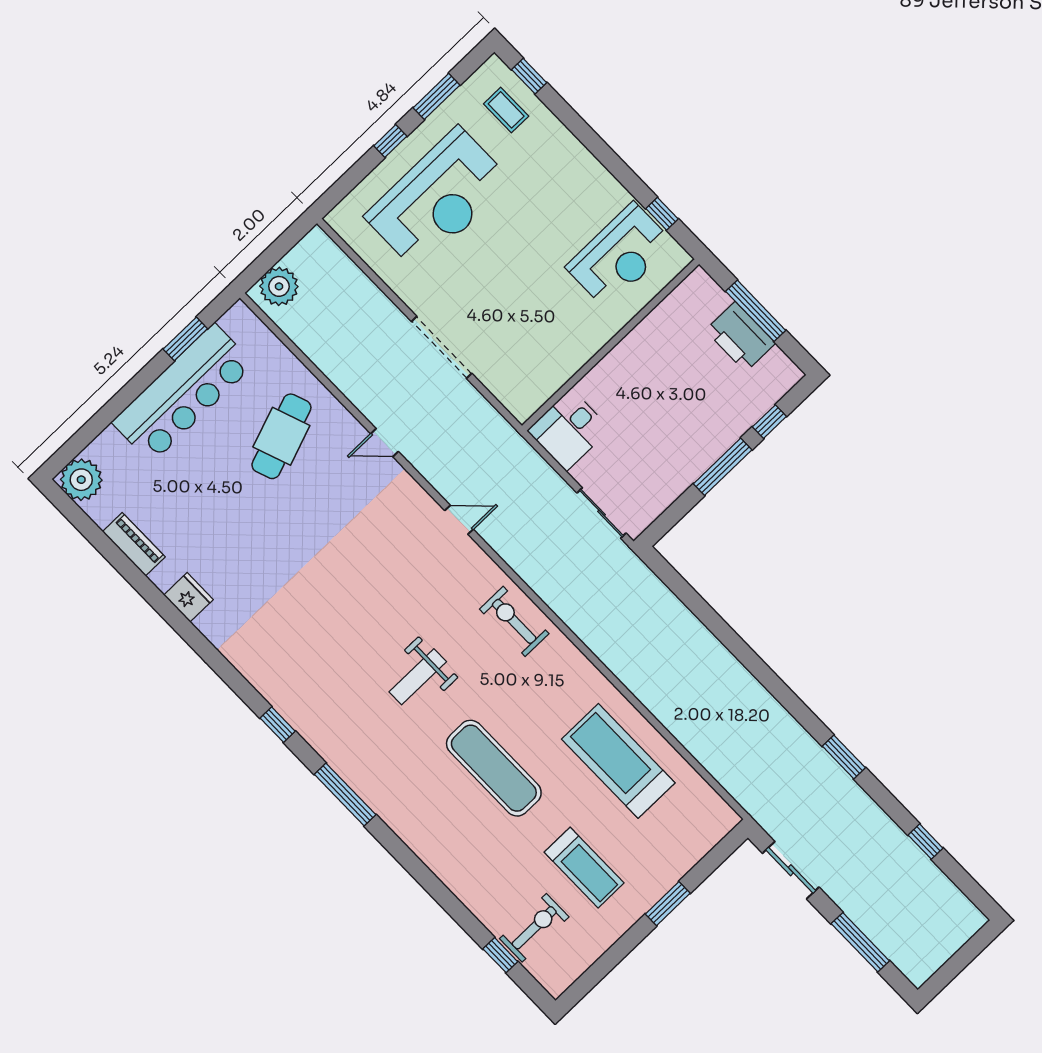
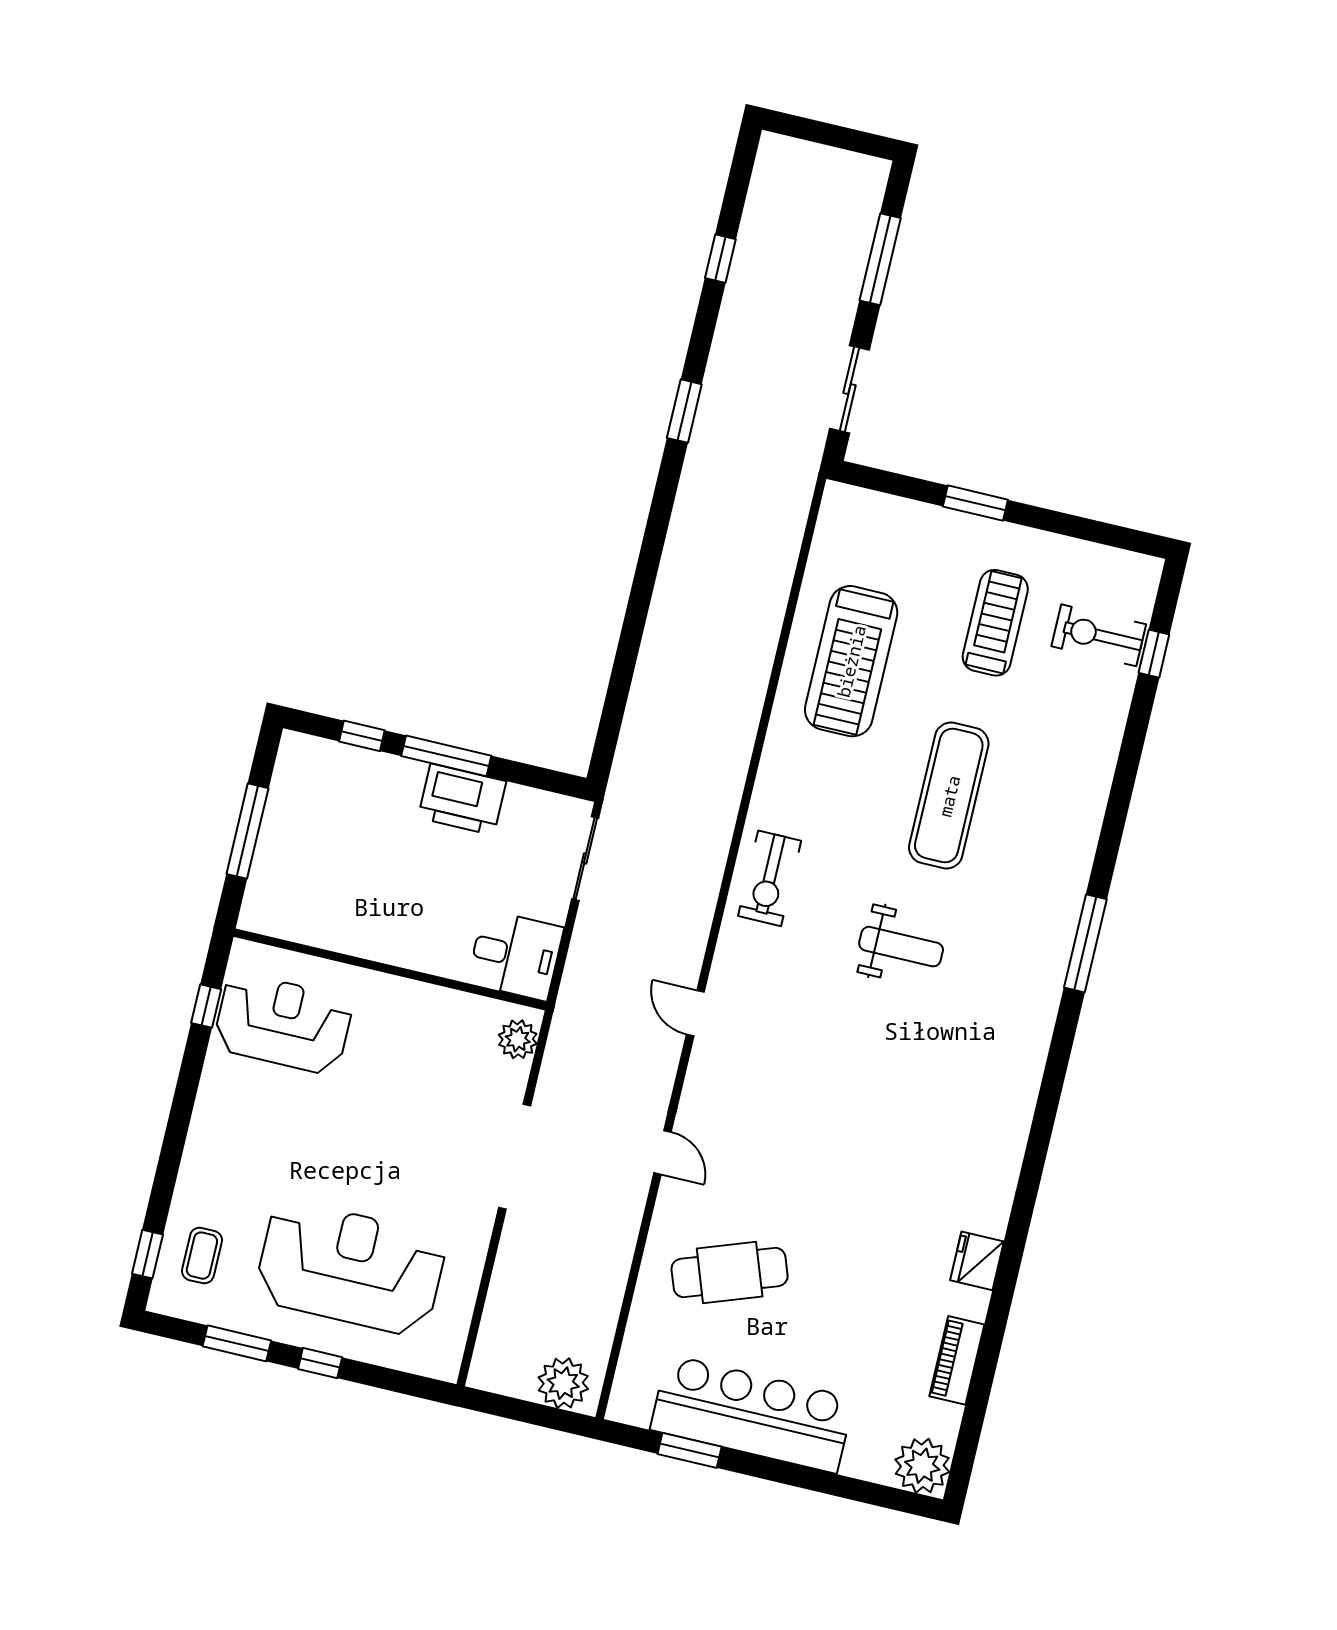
printer: (740, 337) -> (462, 799), moved, turned 90
plant: (515, 397) -> (518, 1039), added
window: (278, 725) -> (1056, 1069), removed

